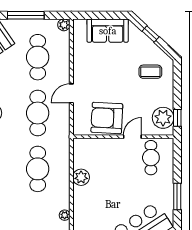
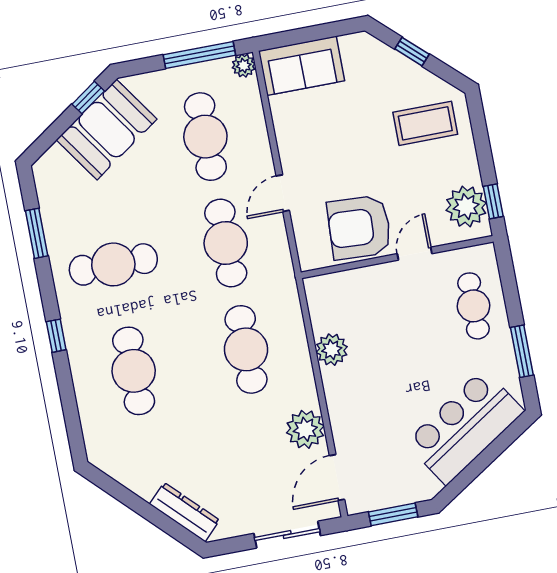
window: (26, 15) -> (199, 55), moved
sofa: (108, 31) -> (302, 66), moved
coffee table: (150, 72) -> (425, 123), width x1.36, depth x1.30
cafe table: (151, 158) -> (473, 306), moved
plant: (65, 215) -> (305, 429), width x1.88, depth x1.88

